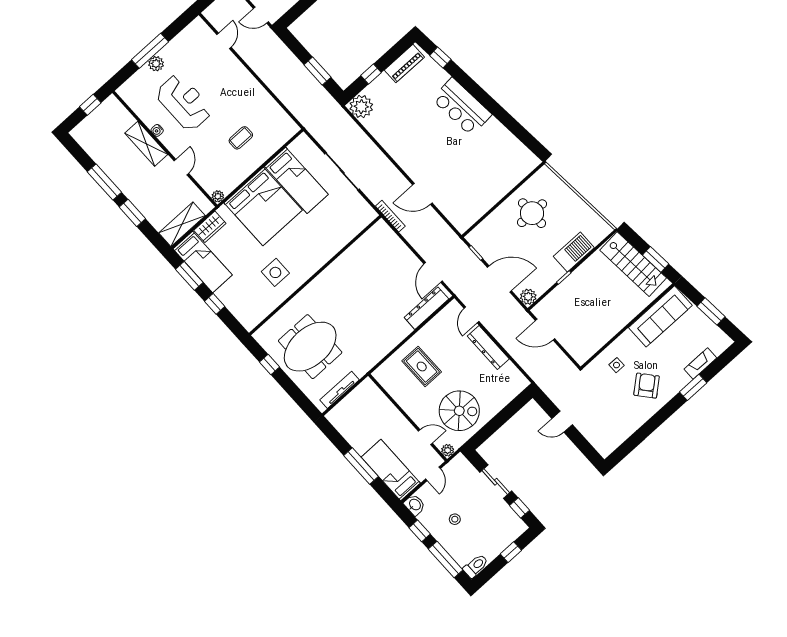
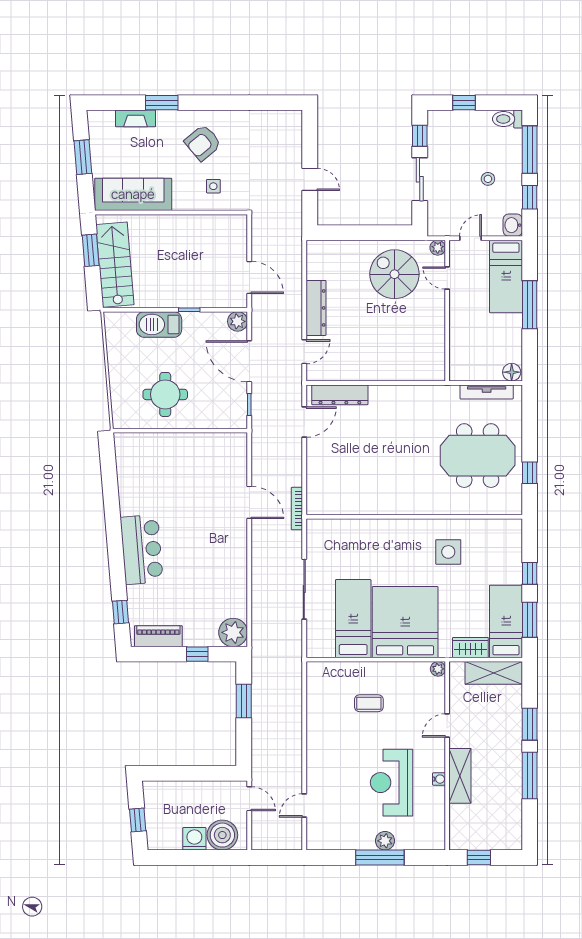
rug: (422, 366) -> (392, 346), removed
floor lamp: (335, 415) -> (512, 372), added

